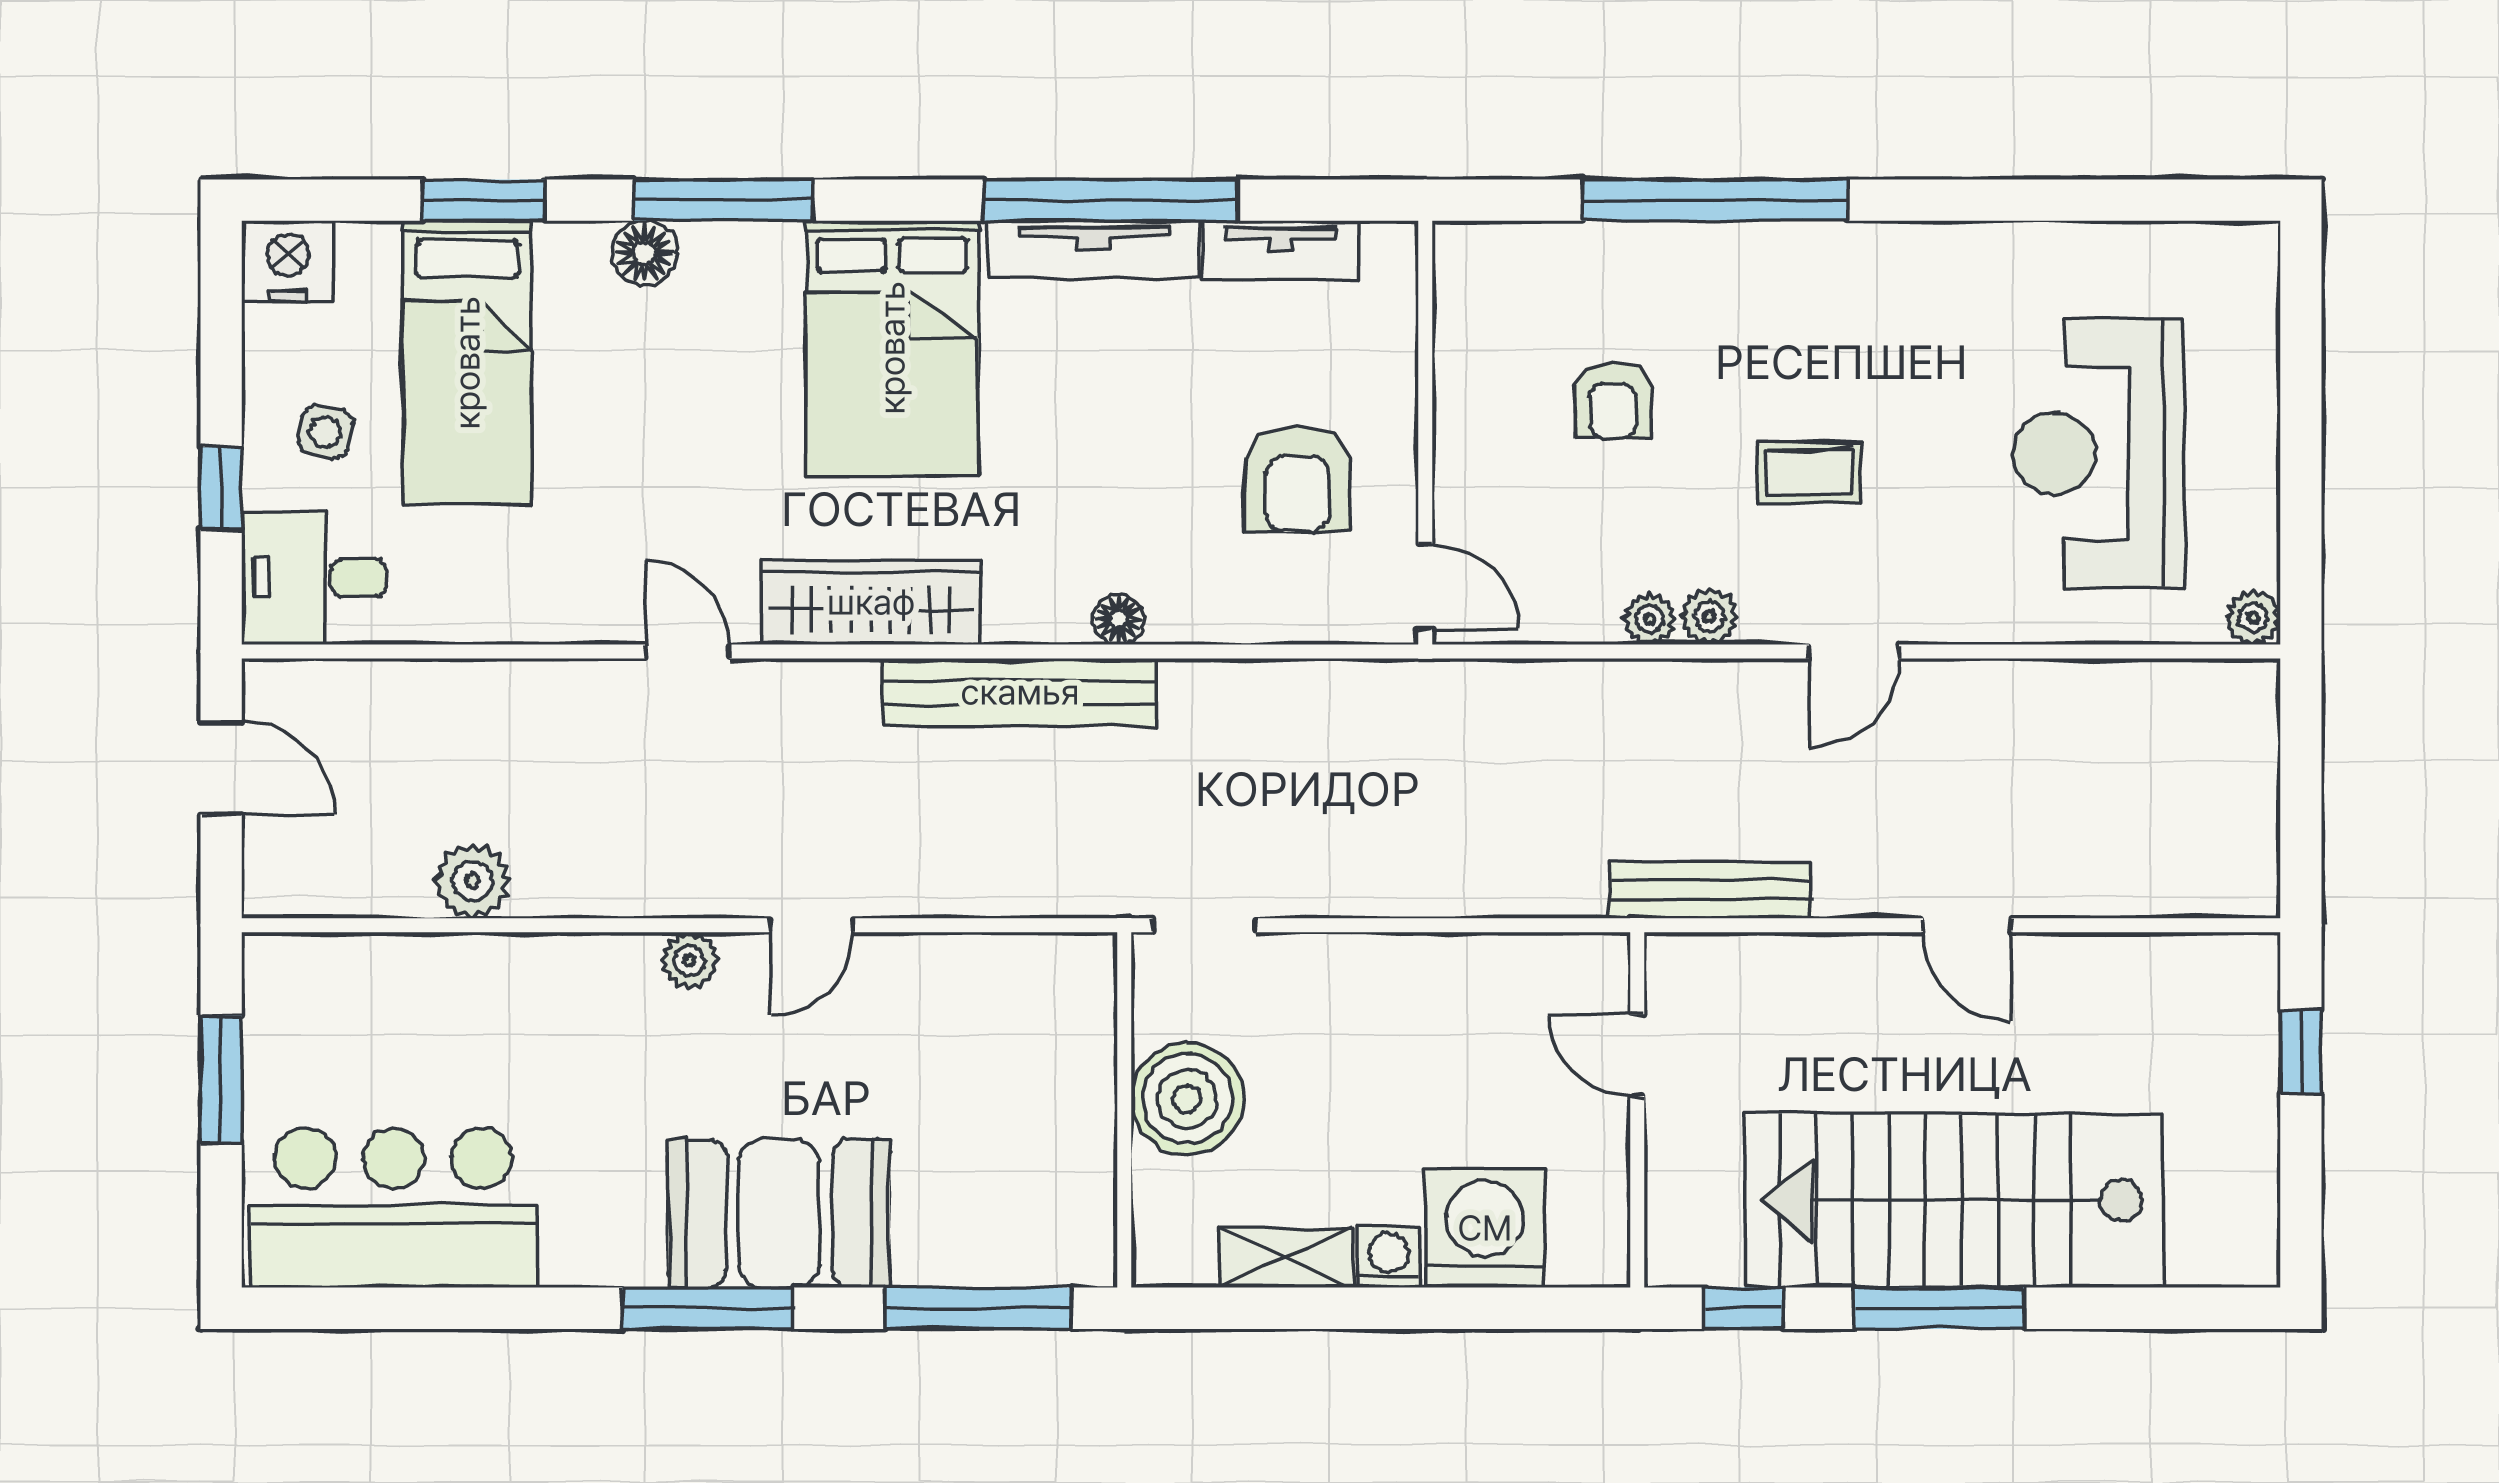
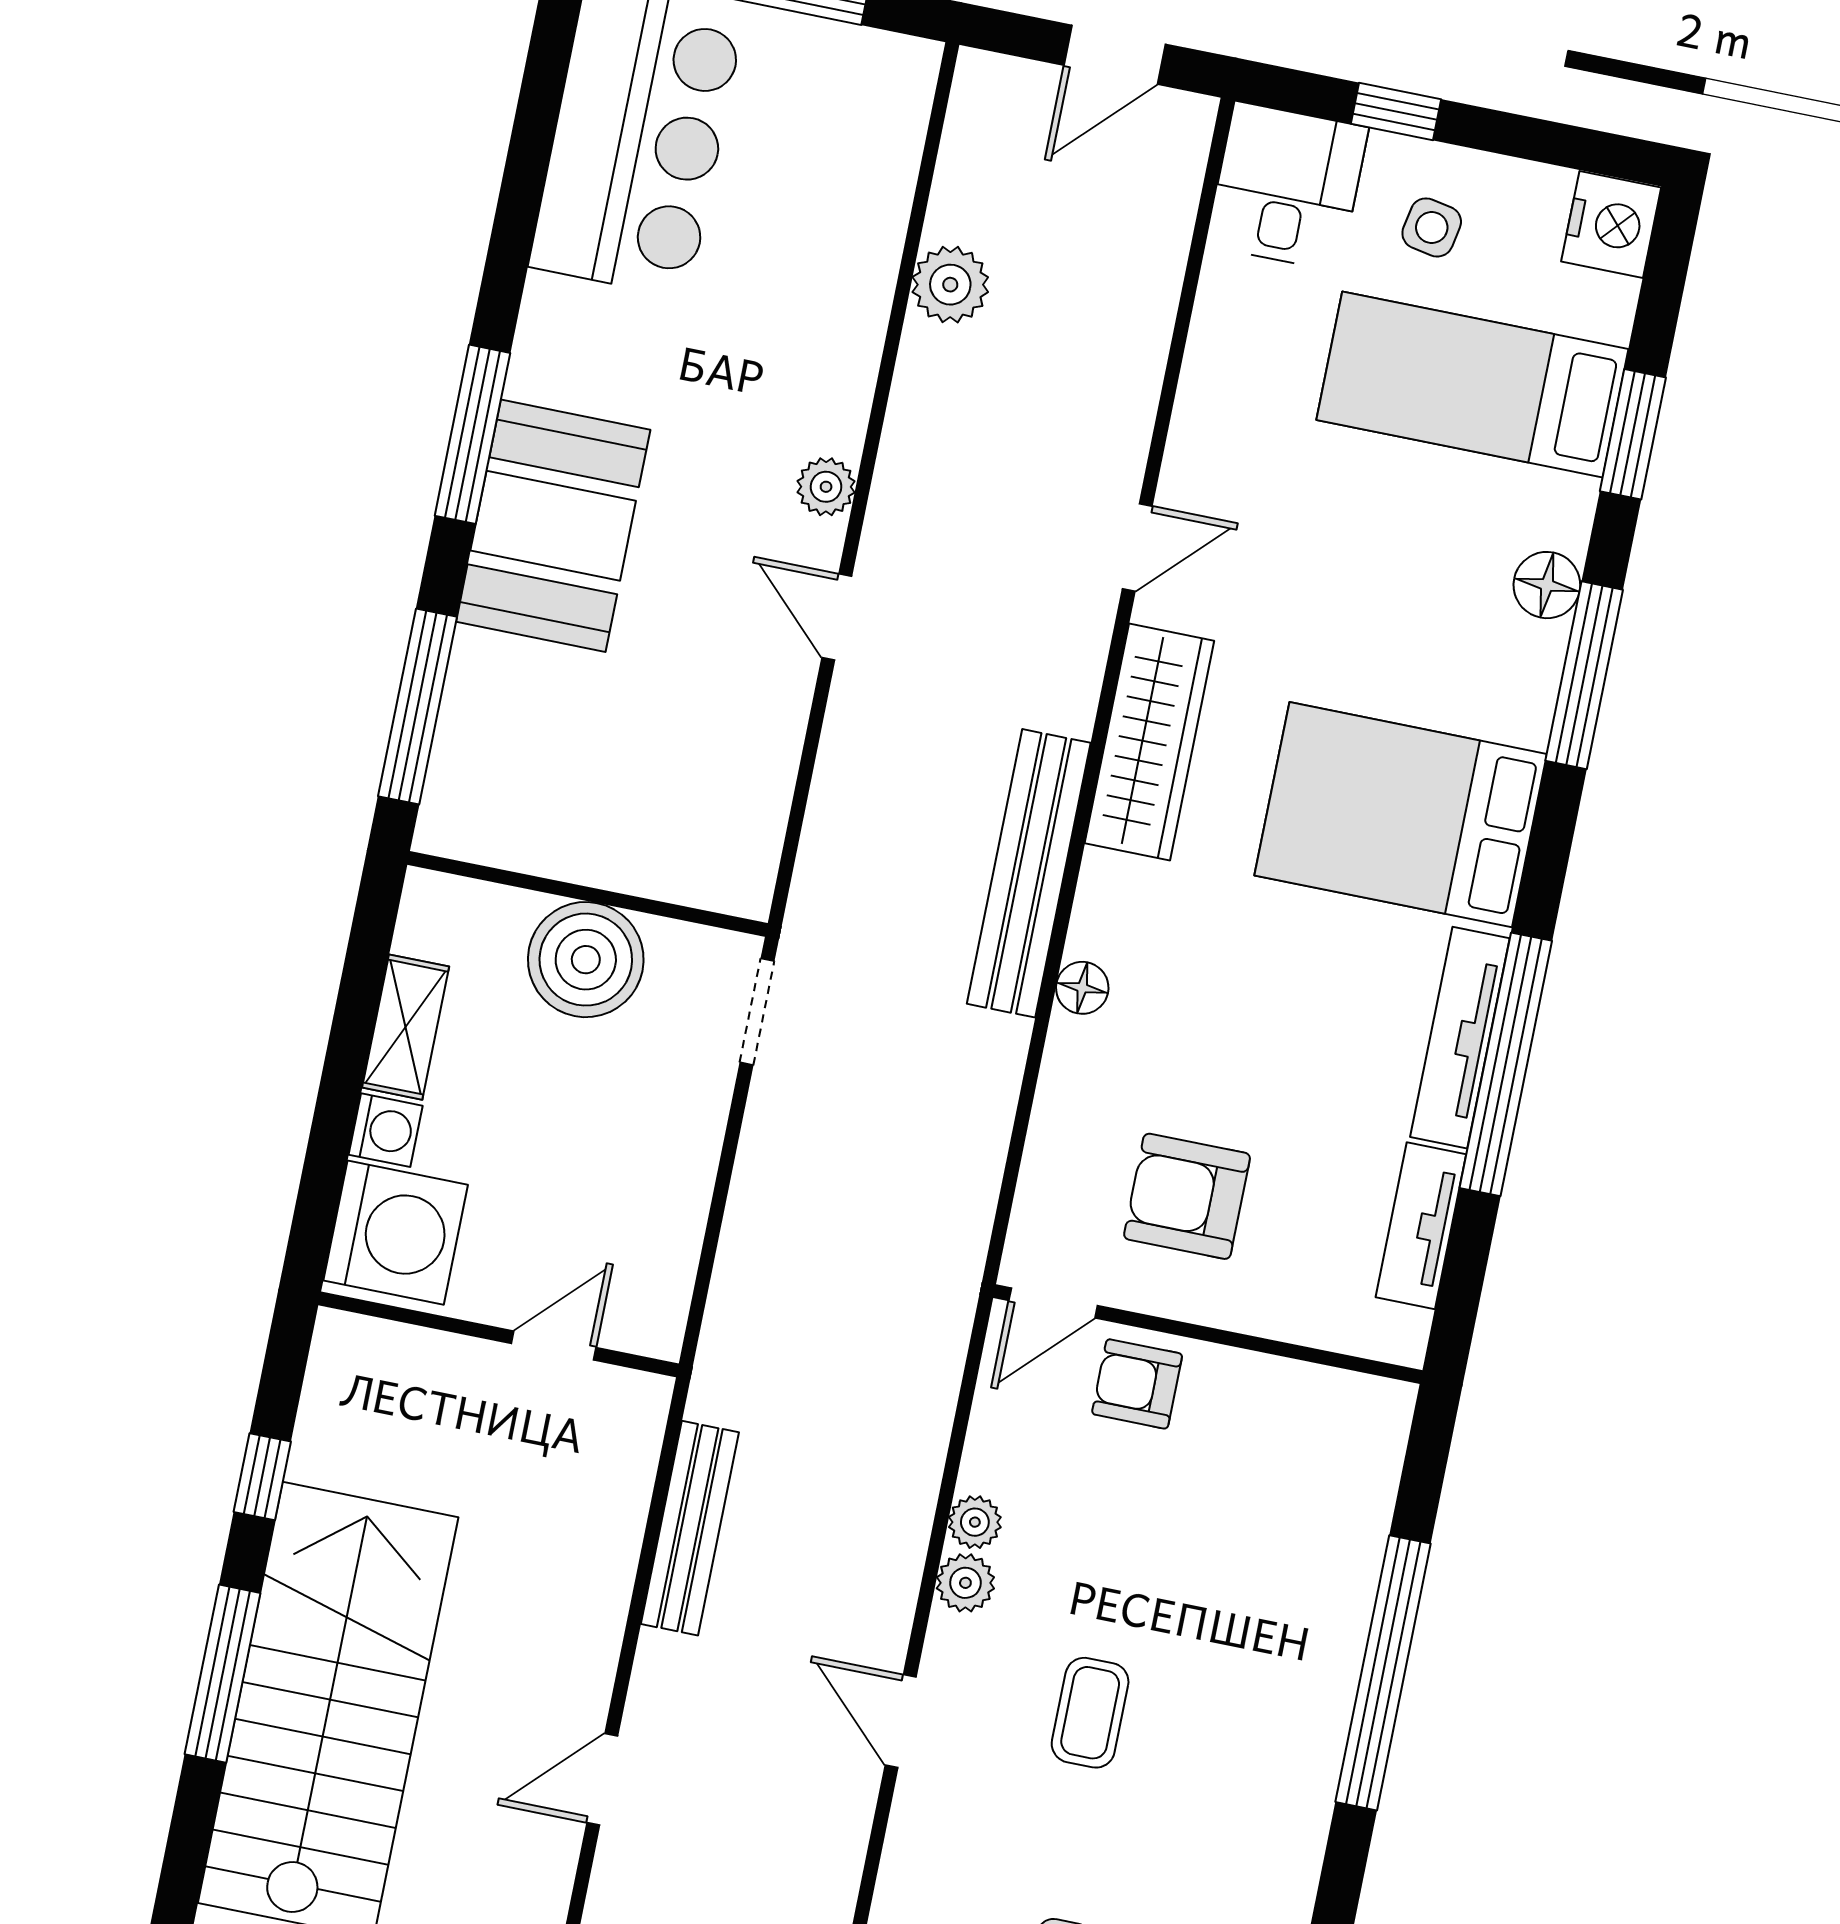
armchair: (1613, 400) -> (1137, 1384), moved
door: (1637, 1055) -> (554, 1345), moved
wall: (1637, 1110) -> (499, 1334), moved

